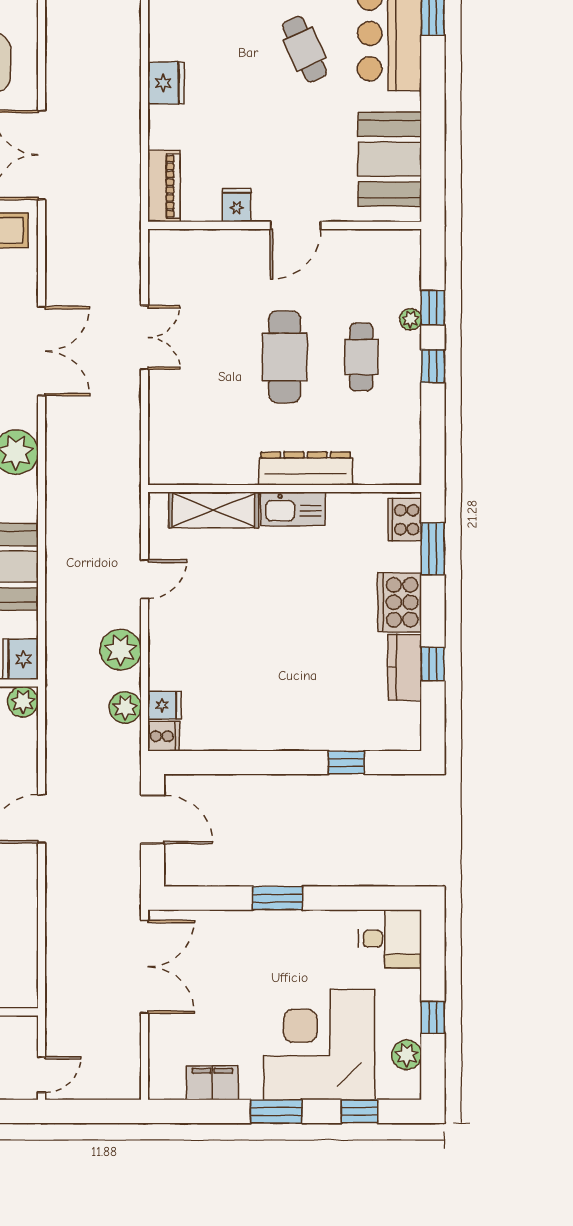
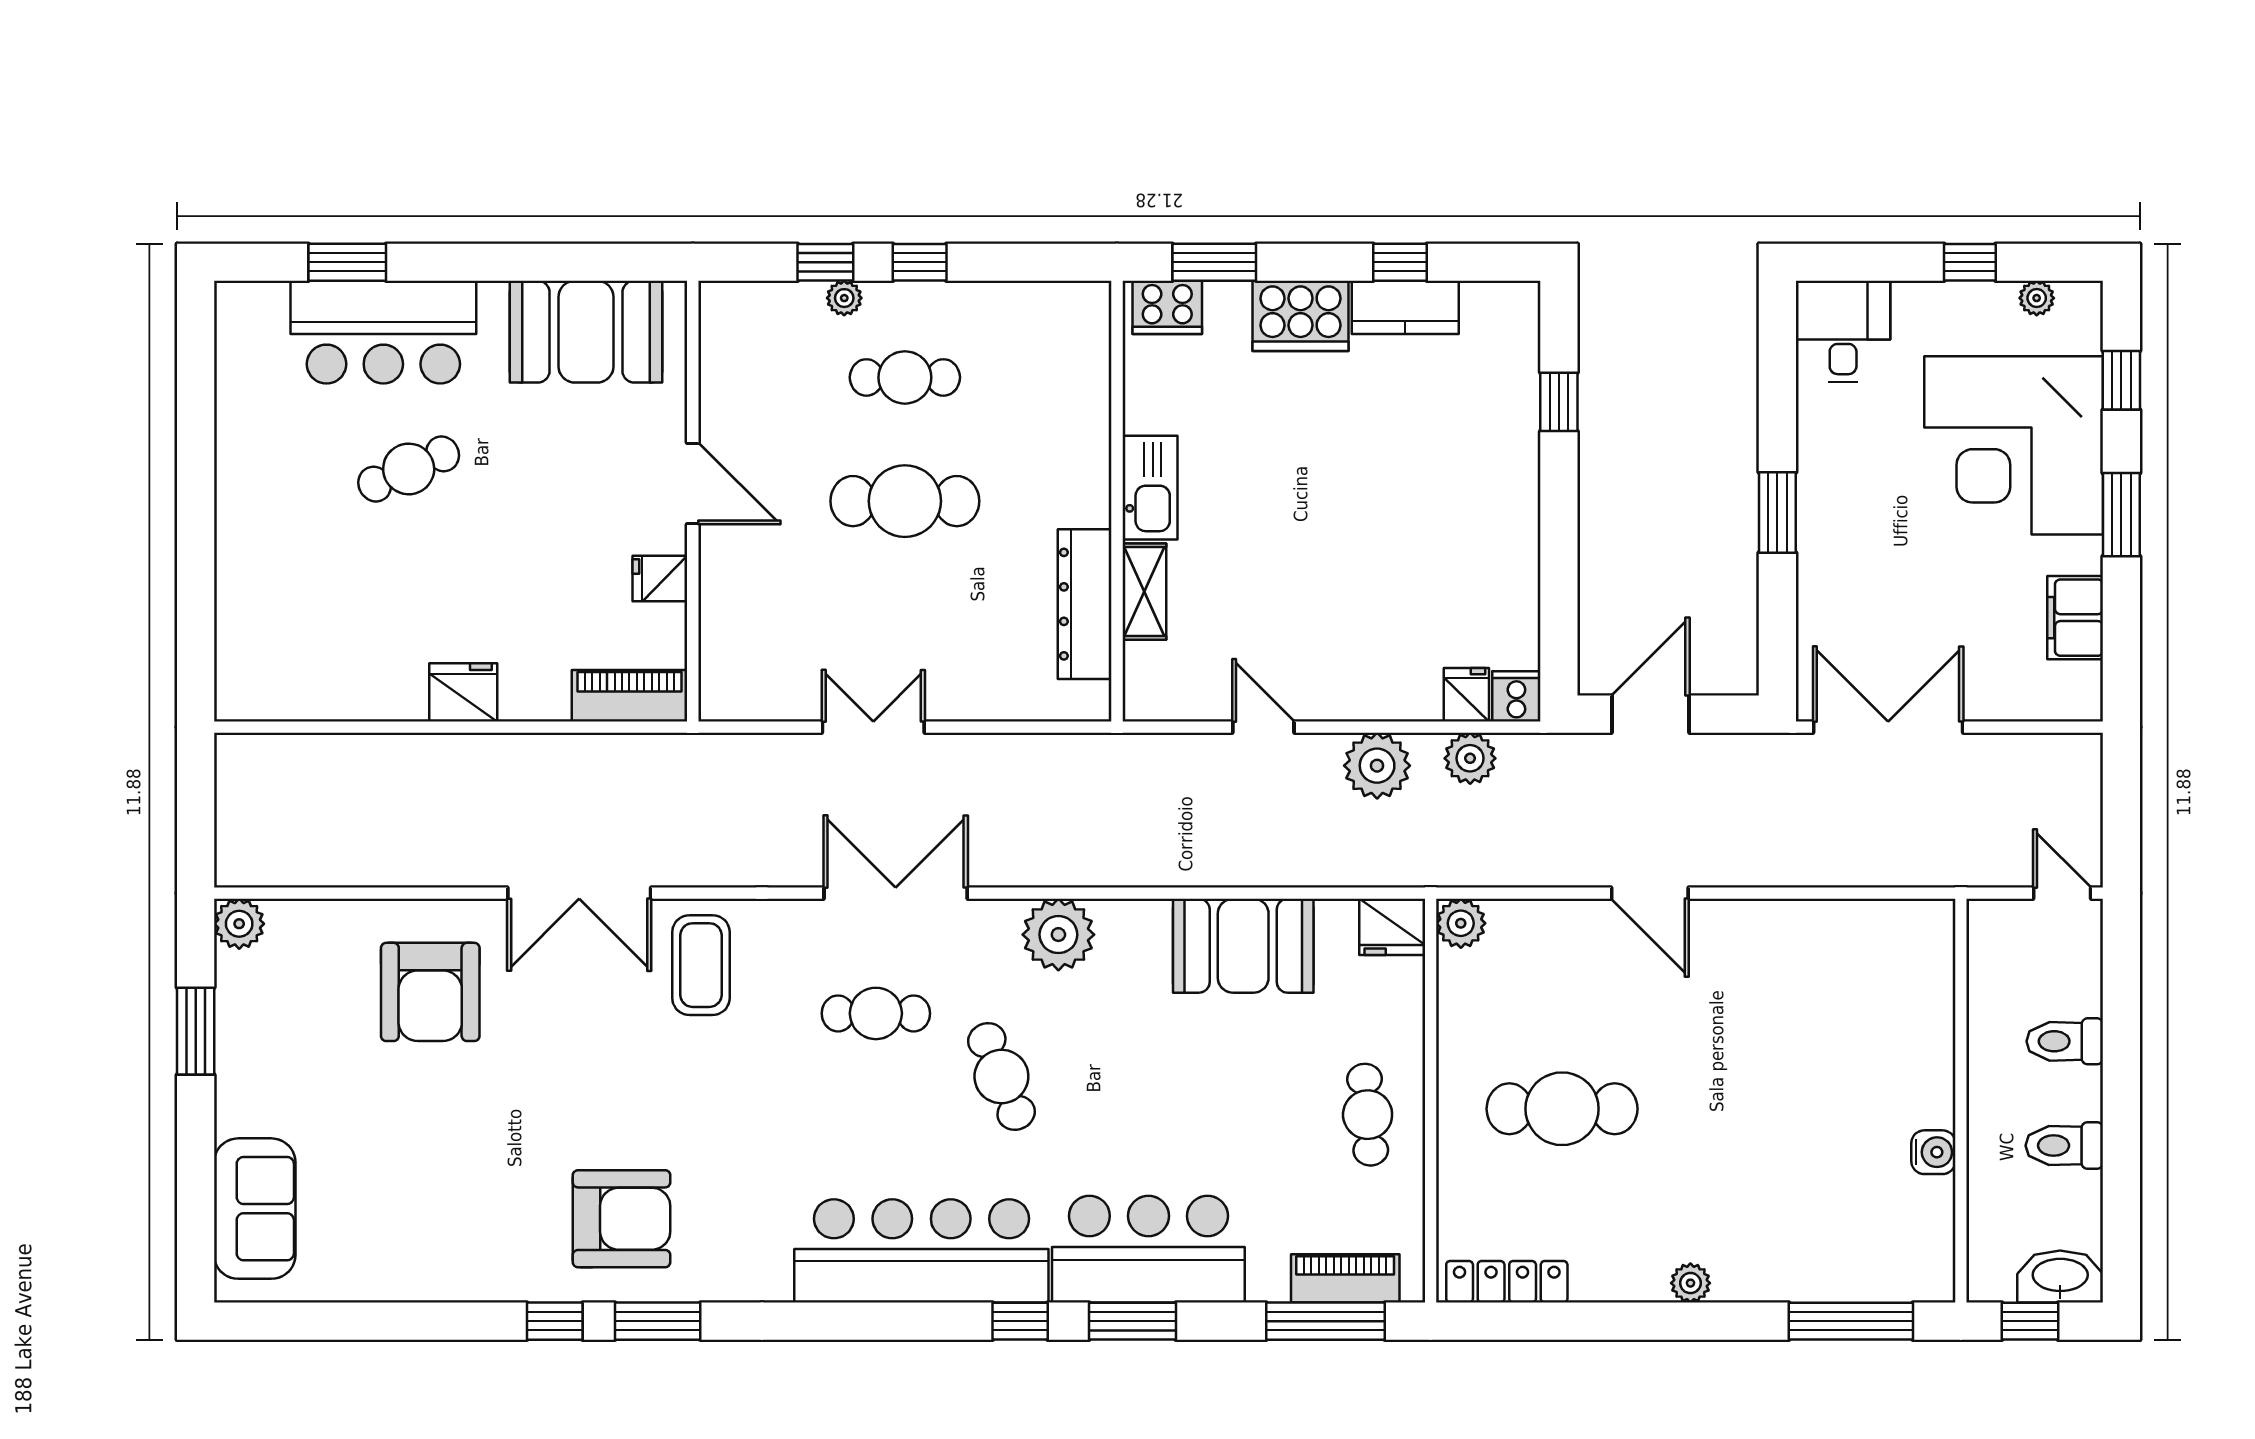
dresser: (306, 468) -> (1085, 604), moved
shelving: (214, 510) -> (1144, 592), width x0.67, depth x0.75
plant: (407, 1055) -> (2037, 298), width x0.73, depth x0.73

